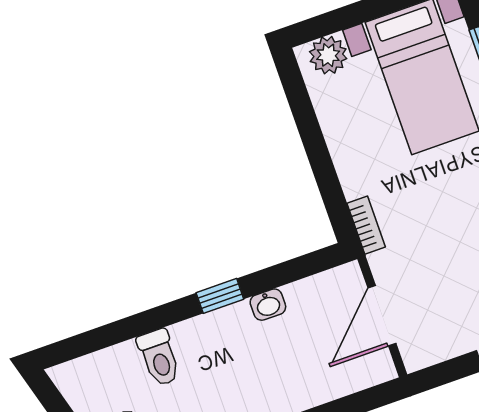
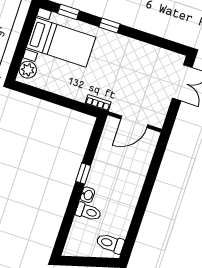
washbasin: (268, 305) -> (87, 195), moved
door: (382, 316) -> (134, 122), hinge flipped

